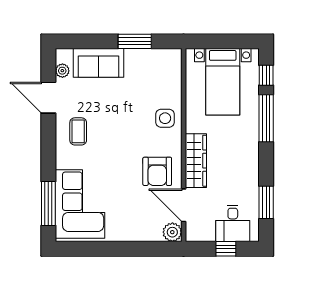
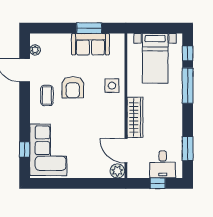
sofa: (98, 63) -> (90, 44), moved
armchair: (157, 171) -> (73, 87), moved
window: (48, 203) -> (25, 149), width x0.46

